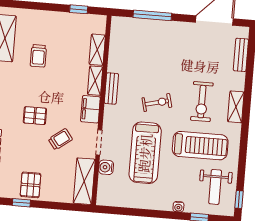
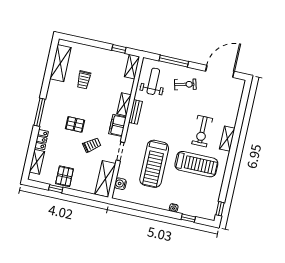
shelving: (97, 50) -> (132, 67), moved
bench: (241, 55) -> (236, 100), removed
exercise bike: (157, 103) -> (185, 84), moved
water cooler: (106, 167) -> (120, 184), moved
weight bench: (215, 187) -> (153, 81), moved, turned 180

